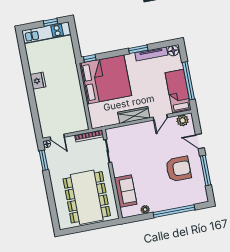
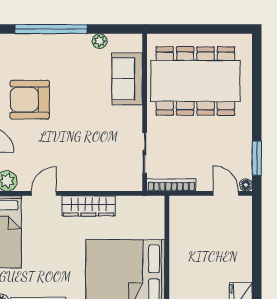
dining table: (87, 197) -> (195, 81), turned 90

